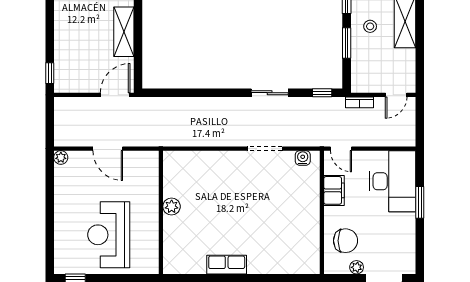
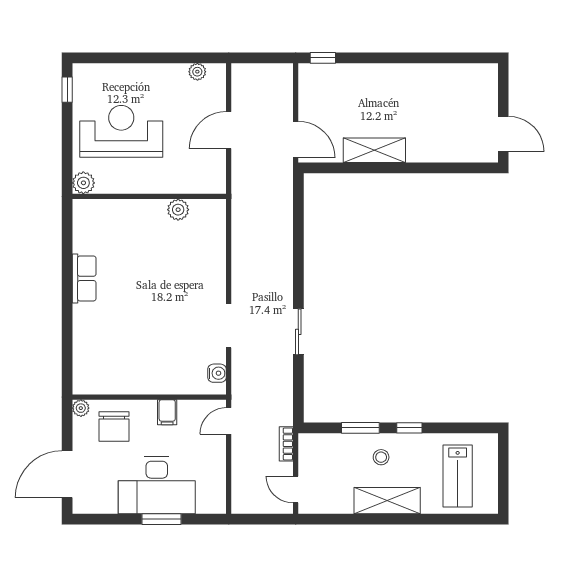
window: (322, 93) -> (298, 397), removed
plant: (61, 157) -> (197, 72), moved
desk: (393, 181) -> (157, 485), moved
filing cabinet: (334, 190) -> (167, 412), width x0.50
plant: (172, 207) -> (178, 210), moved
plant: (150, 265) -> (83, 183), added
plant: (357, 267) -> (81, 408), moved

